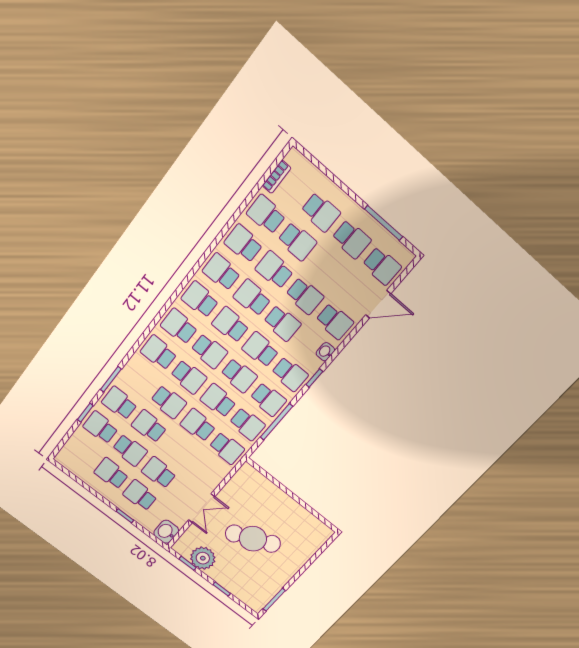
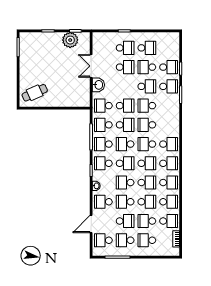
school desk: (159, 353) -> (125, 221), moved
washbasin: (166, 532) -> (98, 85), moved
cafe table: (253, 539) -> (35, 93), moved, width x0.73, depth x0.74

